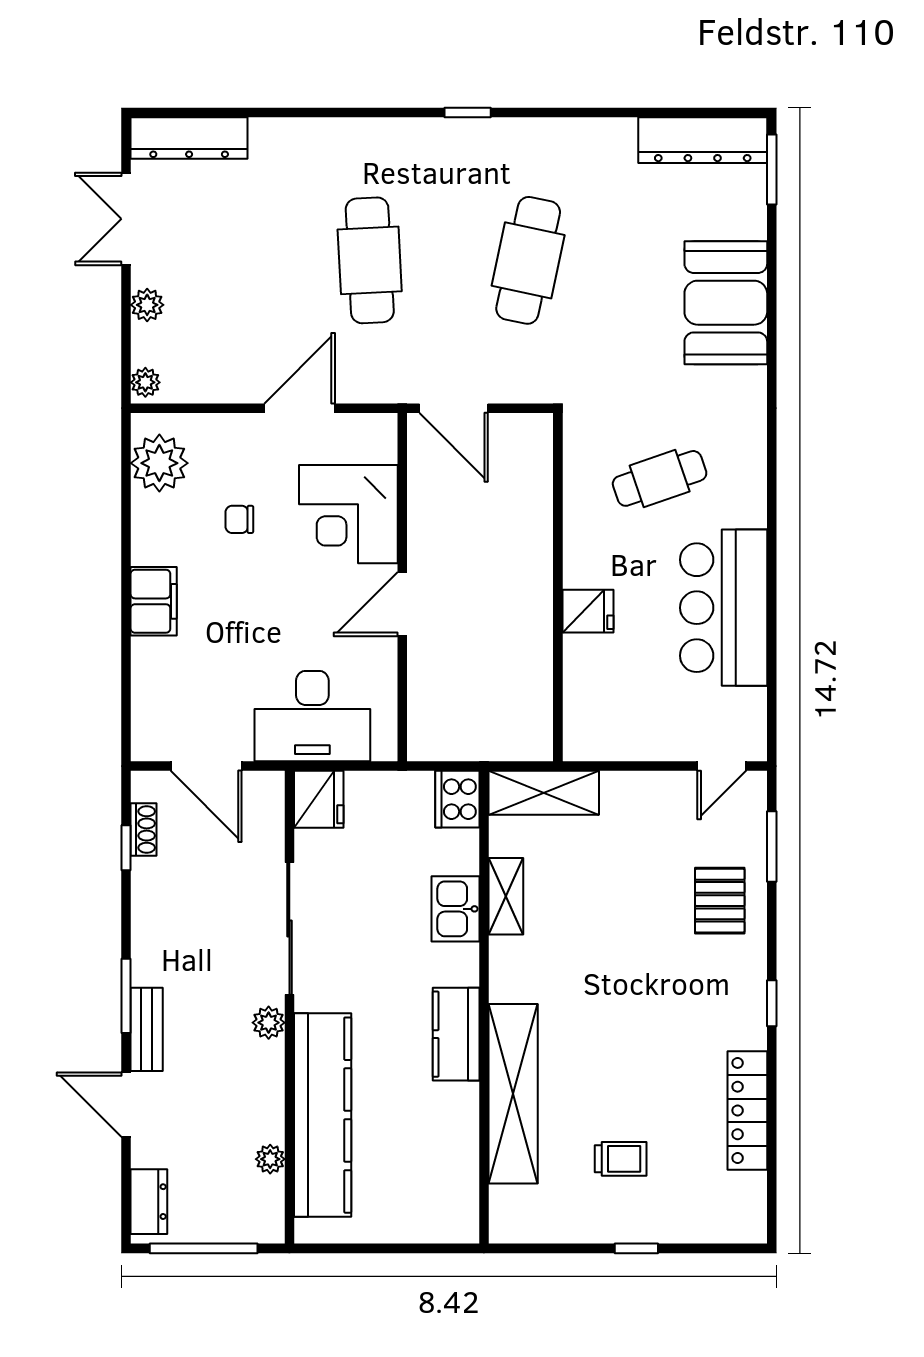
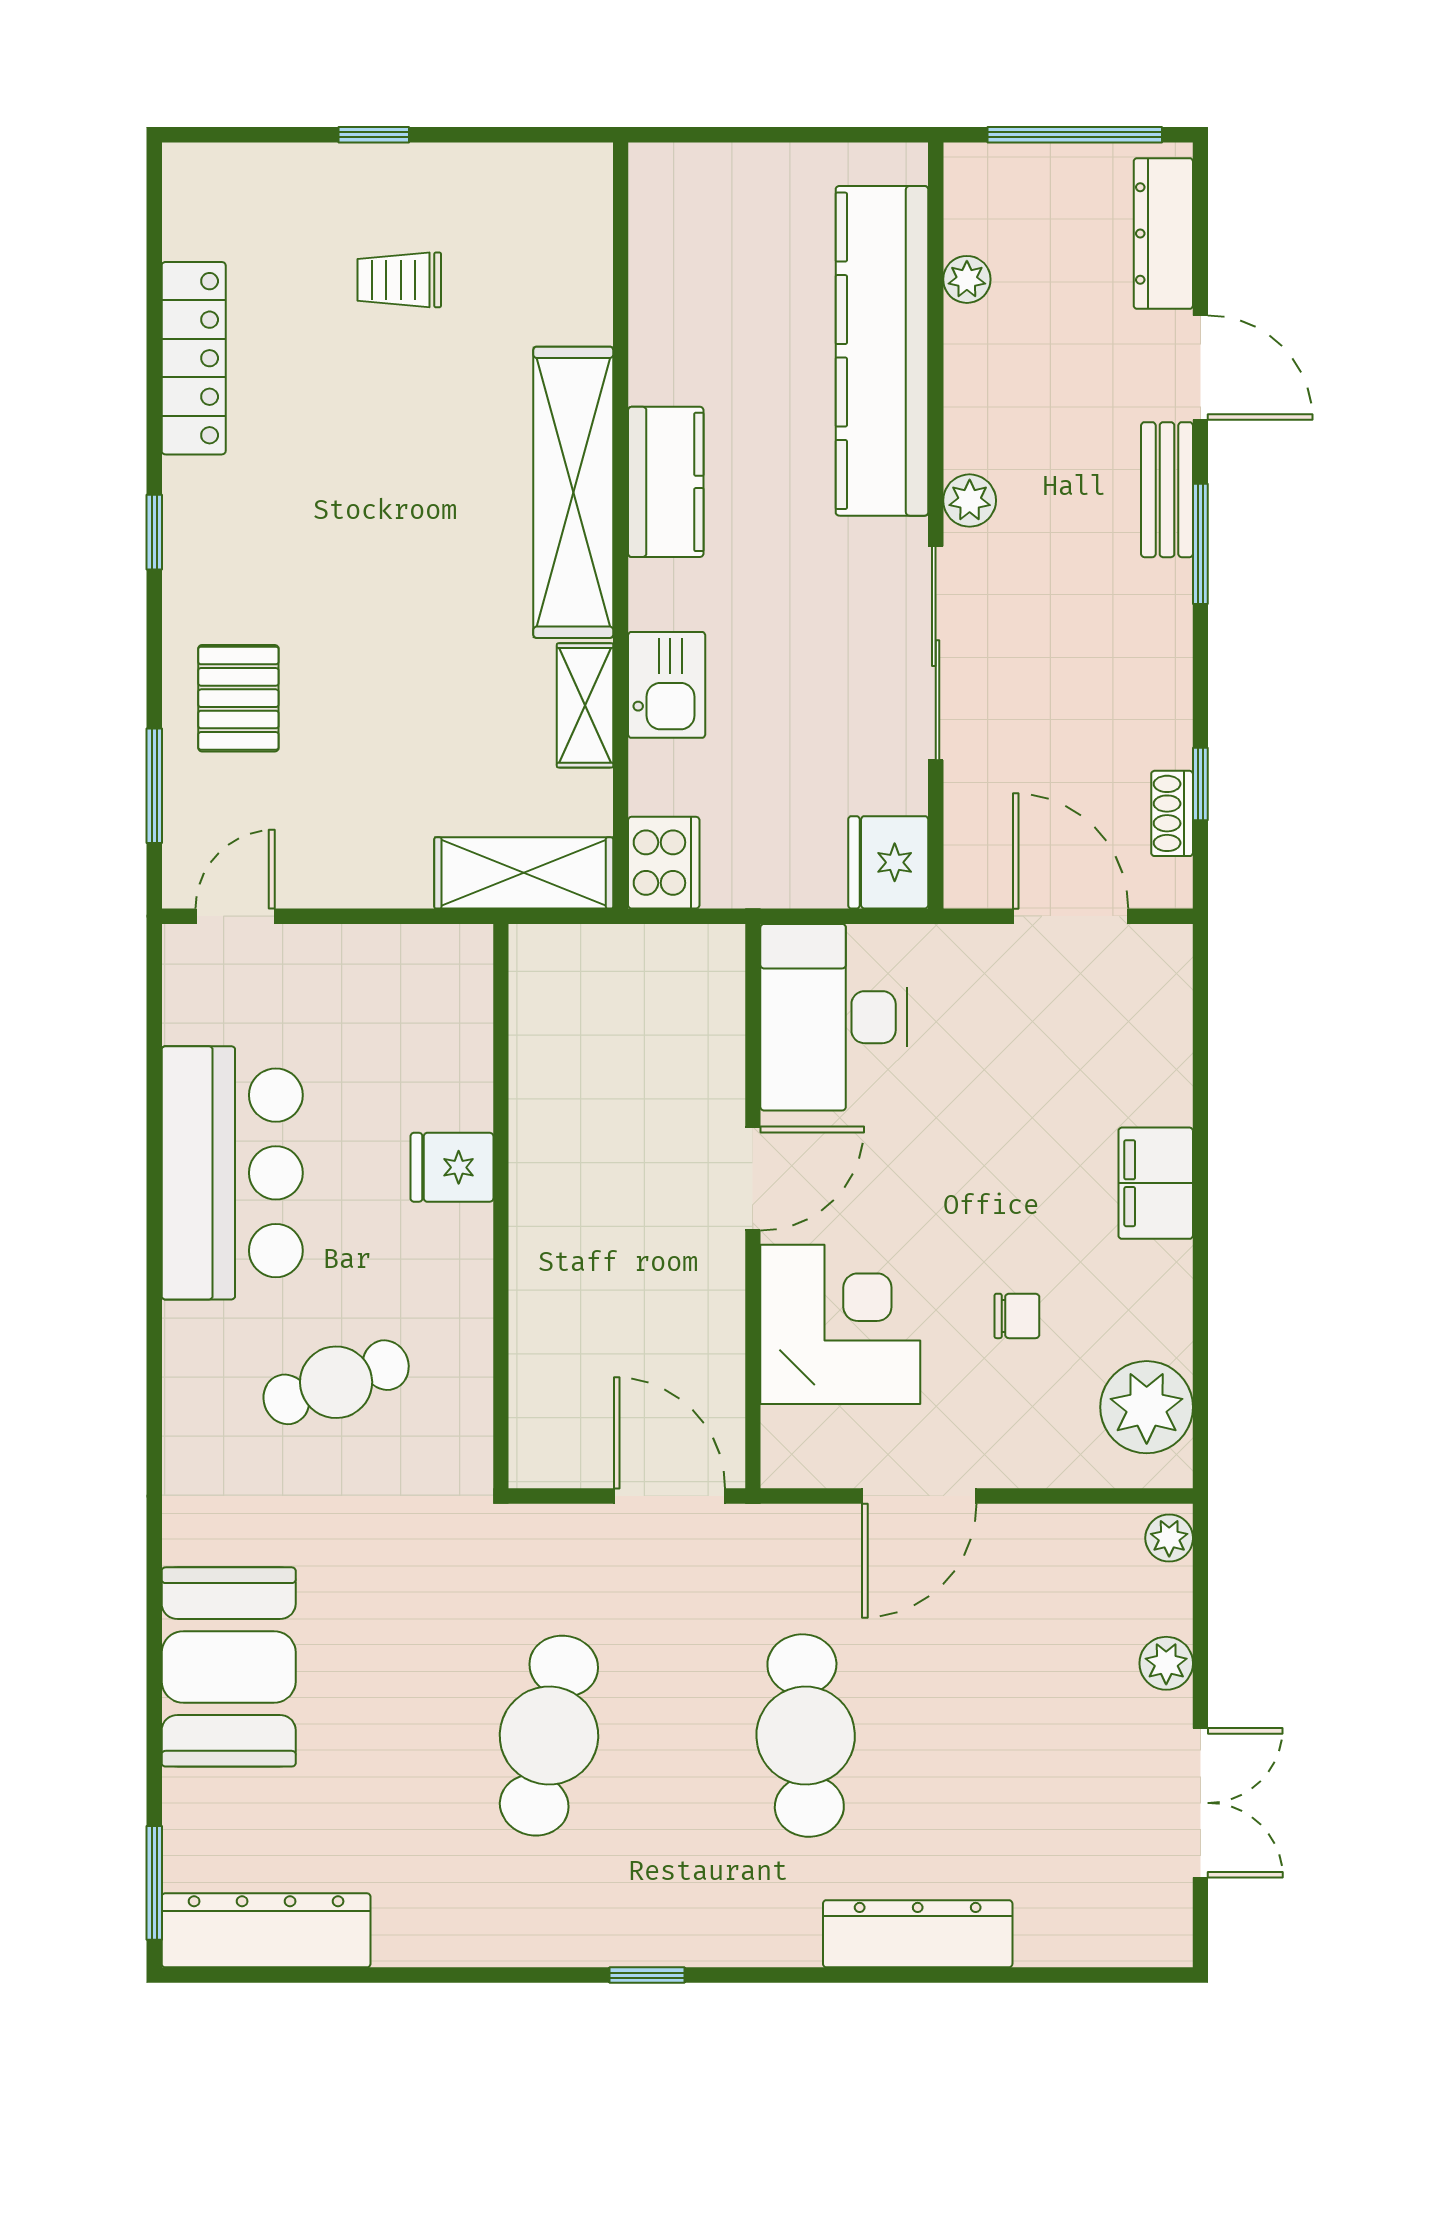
dresser: (189, 138) -> (918, 1934), moved
desk: (312, 716) -> (834, 1017), moved, turned -90
shelving: (513, 1094) -> (573, 492), moved
dresser: (149, 1202) -> (1163, 234), width x1.44

